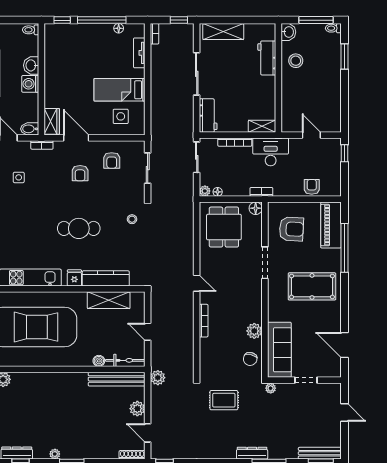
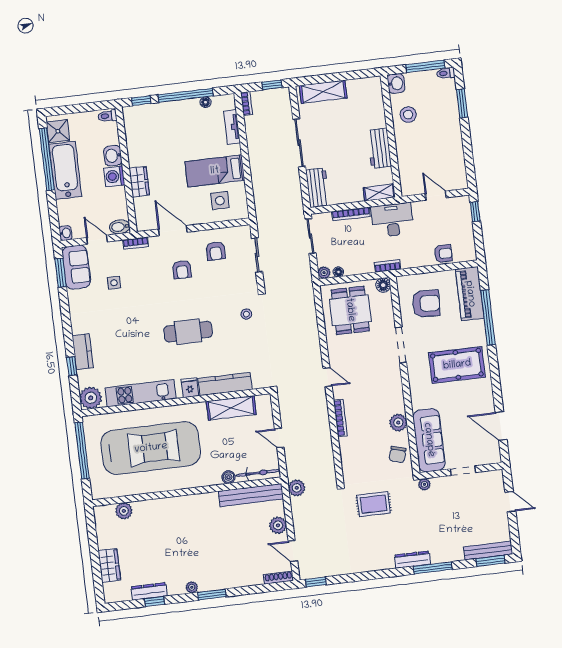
workbench: (267, 58) -> (379, 148), moved
wardrobe: (52, 121) -> (139, 182), moved
armchair: (312, 187) -> (443, 254), turned 90

